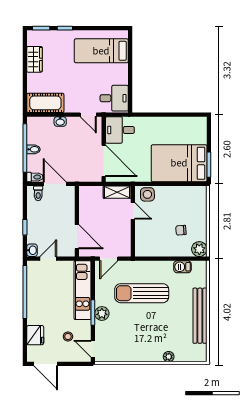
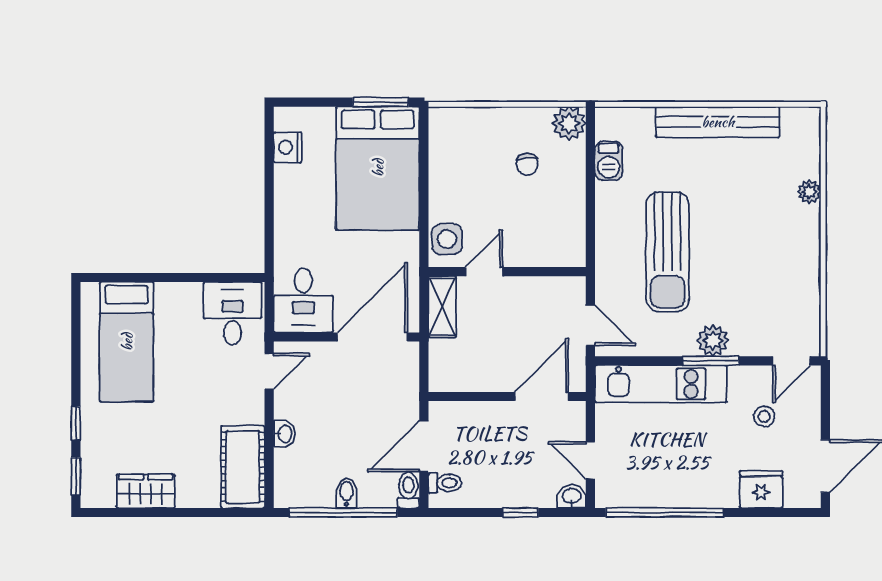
nightstand: (189, 123) -> (288, 147), added

